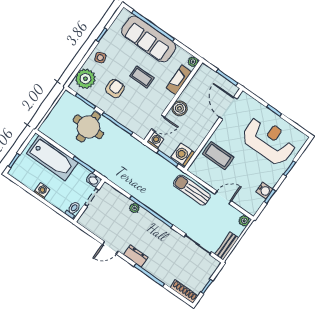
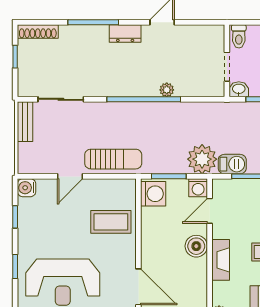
fireplace: (179, 80) -> (221, 260), moved
barbecue: (127, 140) -> (232, 164), added
water cooler: (264, 190) -> (27, 188), moved
plant: (244, 221) -> (202, 159), moved, width x1.88, depth x1.88

